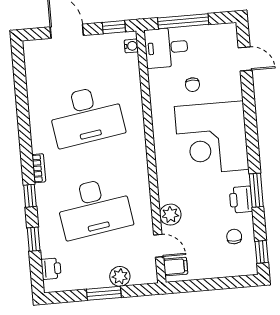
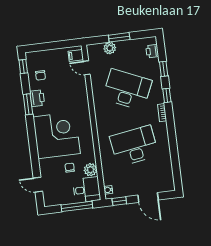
desk: (94, 208) -> (127, 90), turned 33
plant: (170, 215) -> (90, 170), moved

